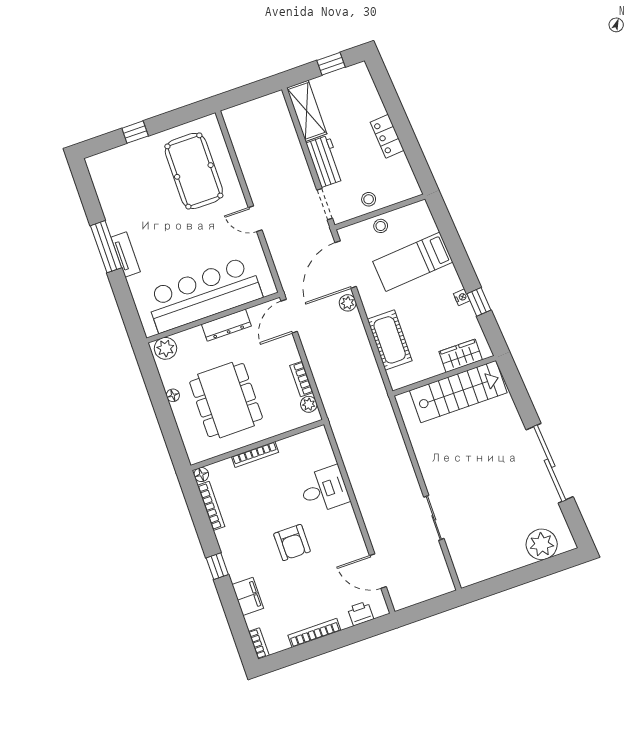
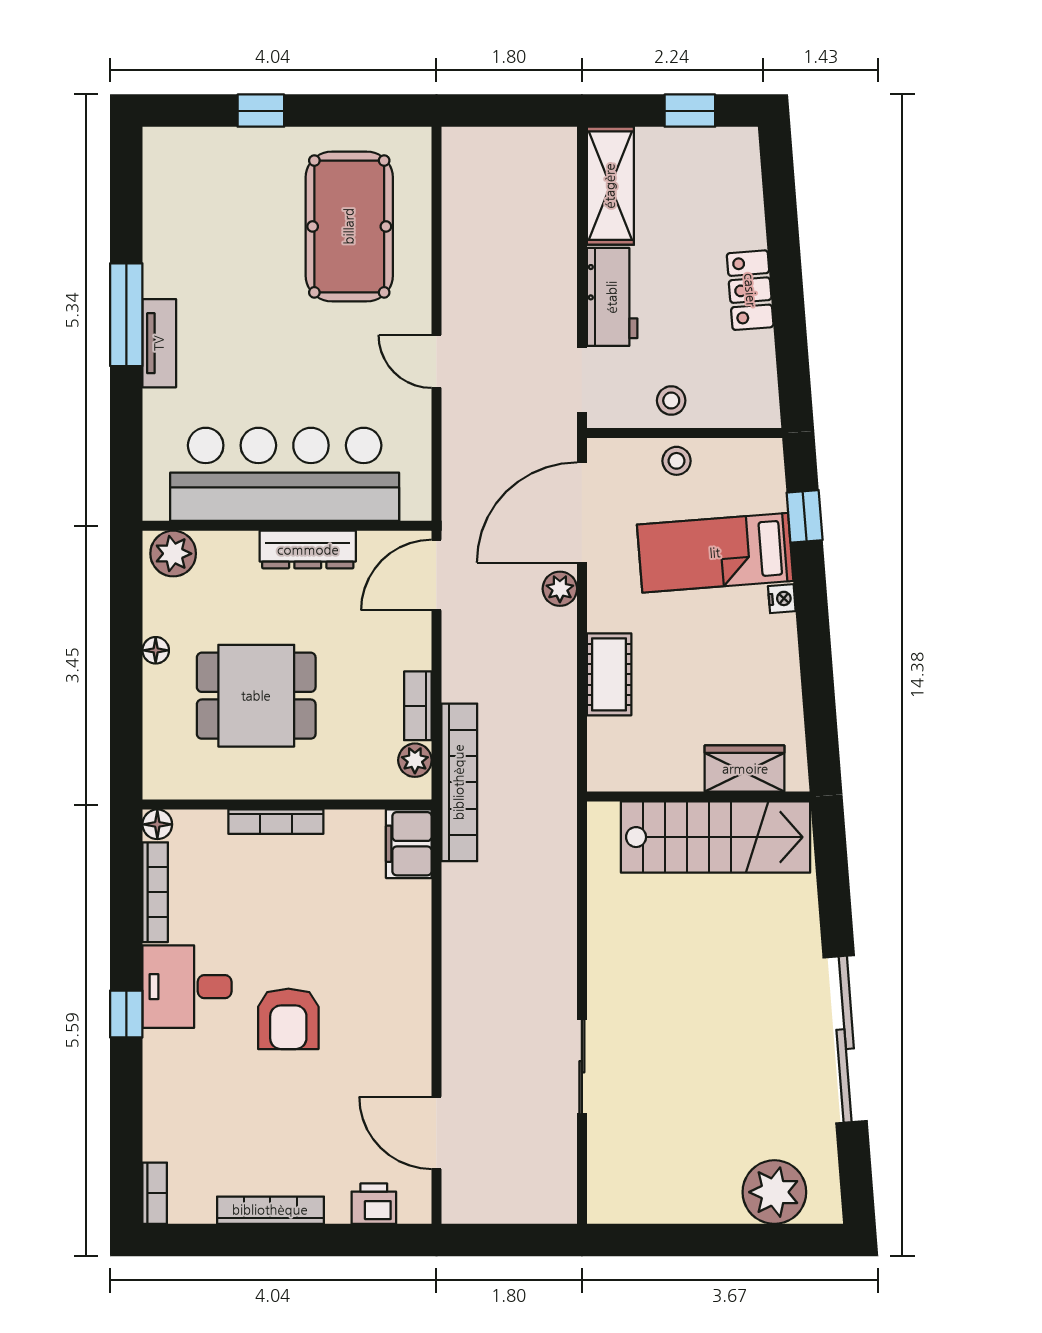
nightstand: (462, 297) -> (782, 599), moved
window: (479, 302) -> (805, 516), moved
cot: (390, 340) -> (609, 674), width x0.73, depth x0.75
dining table: (226, 400) -> (256, 696), width x0.73
bookcase: (333, 407) -> (459, 782), added
desk: (324, 490) -> (187, 987), moved, turned 180
filing cabinet: (248, 596) -> (409, 844), moved, turned 180

